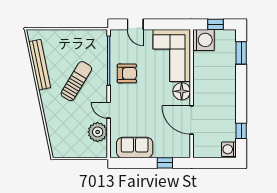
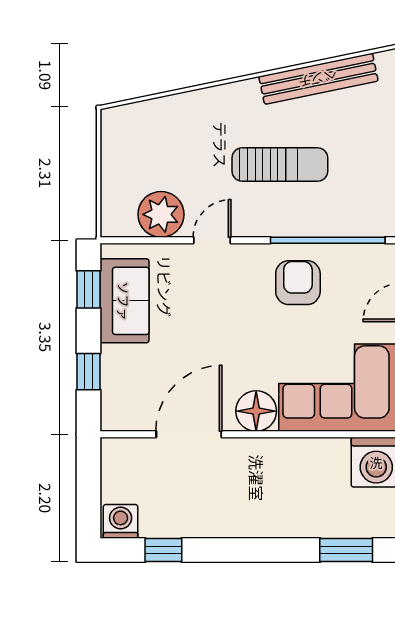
armchair: (127, 73) -> (298, 283), turned 180
sun lounger: (76, 81) -> (280, 164), turned -31
window: (130, 163) -> (88, 289), added

